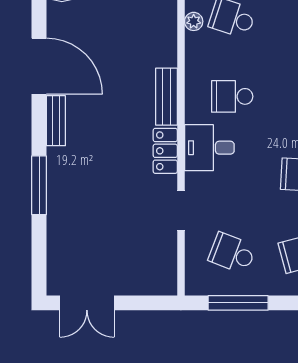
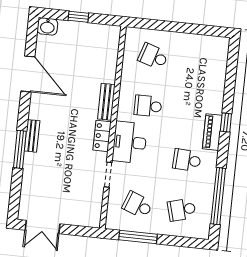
plant: (194, 21) -> (129, 56), removed
bench: (56, 121) -> (32, 136), moved
desk: (209, 148) -> (130, 142), width x1.37

